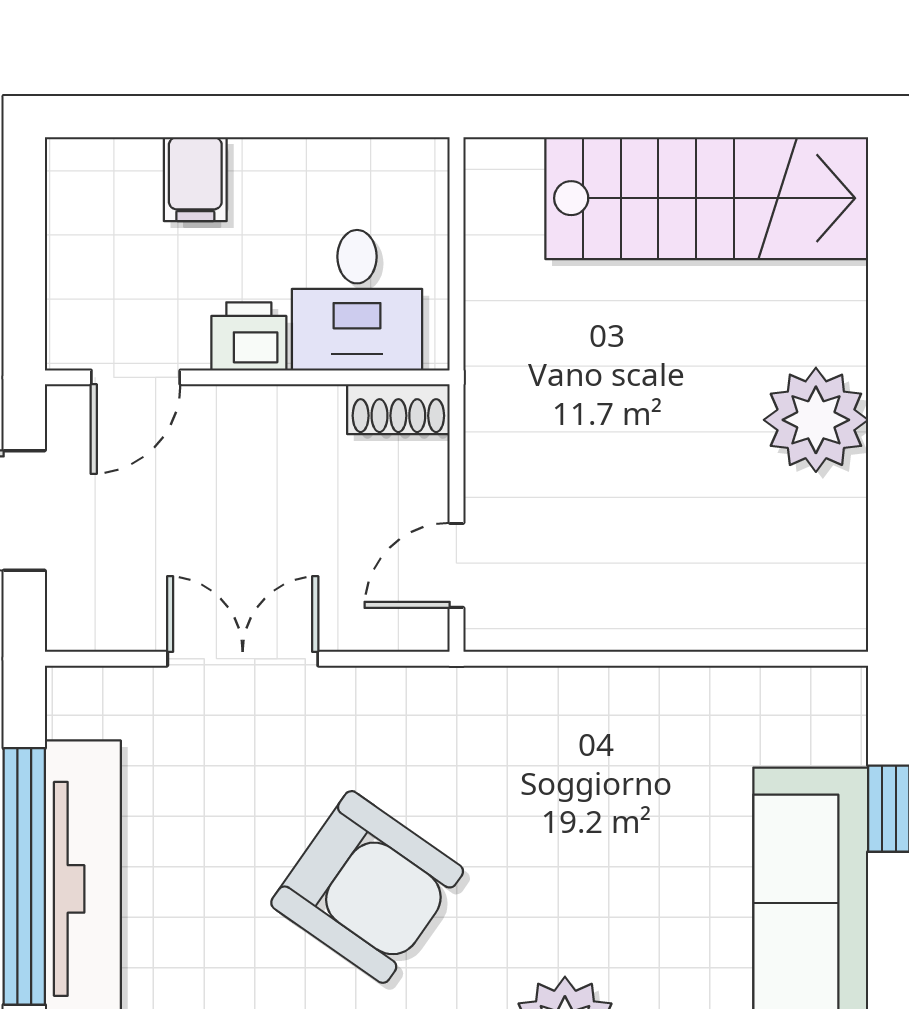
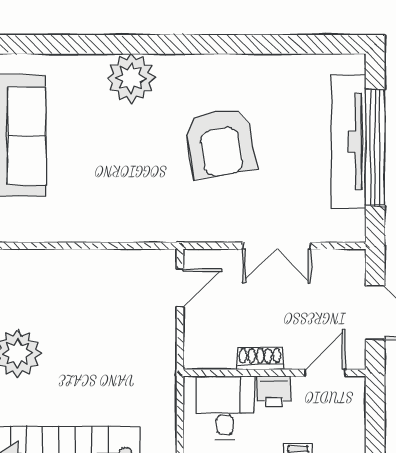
shoe rack: (398, 409) -> (260, 358), moved
armchair: (367, 887) -> (220, 143), turned -134

